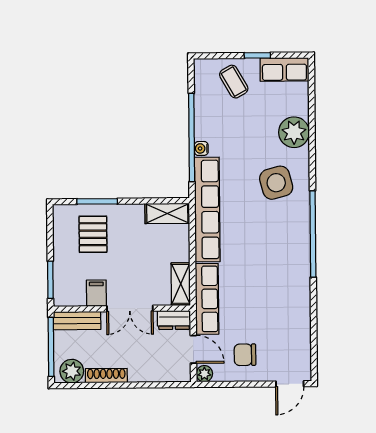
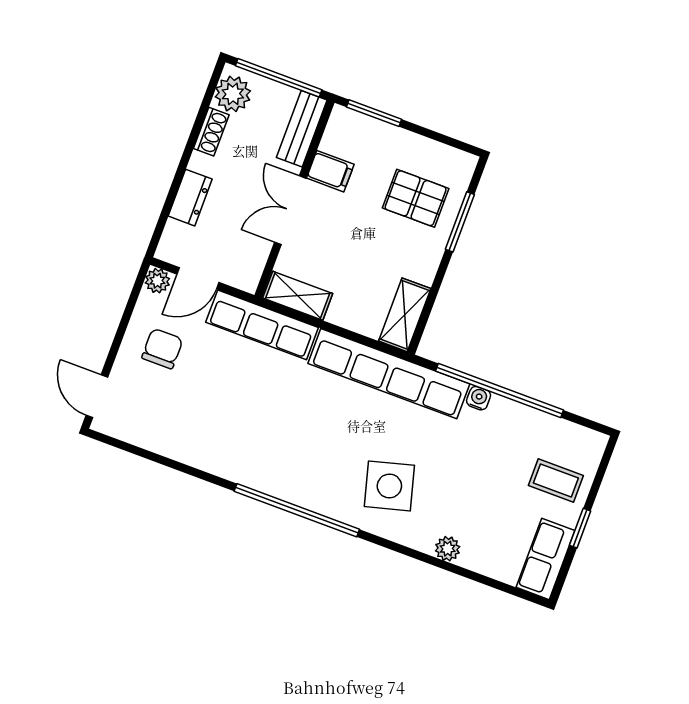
coffee table: (234, 82) -> (556, 480), turned 30
plant: (294, 132) -> (448, 549), width x0.53, depth x0.53
dresser: (174, 320) -> (190, 198), moved, turned 180
shoe rack: (106, 376) -> (211, 132), width x0.70

